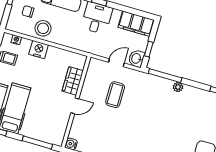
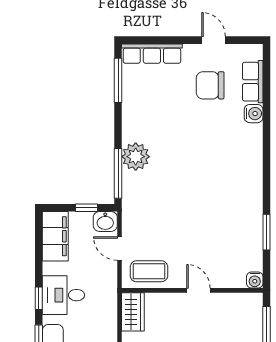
wardrobe: (73, 81) -> (133, 312), moved, turned -90
plant: (178, 87) -> (136, 157), width x1.87, depth x1.87
coffee table: (115, 95) -> (149, 271), moved

